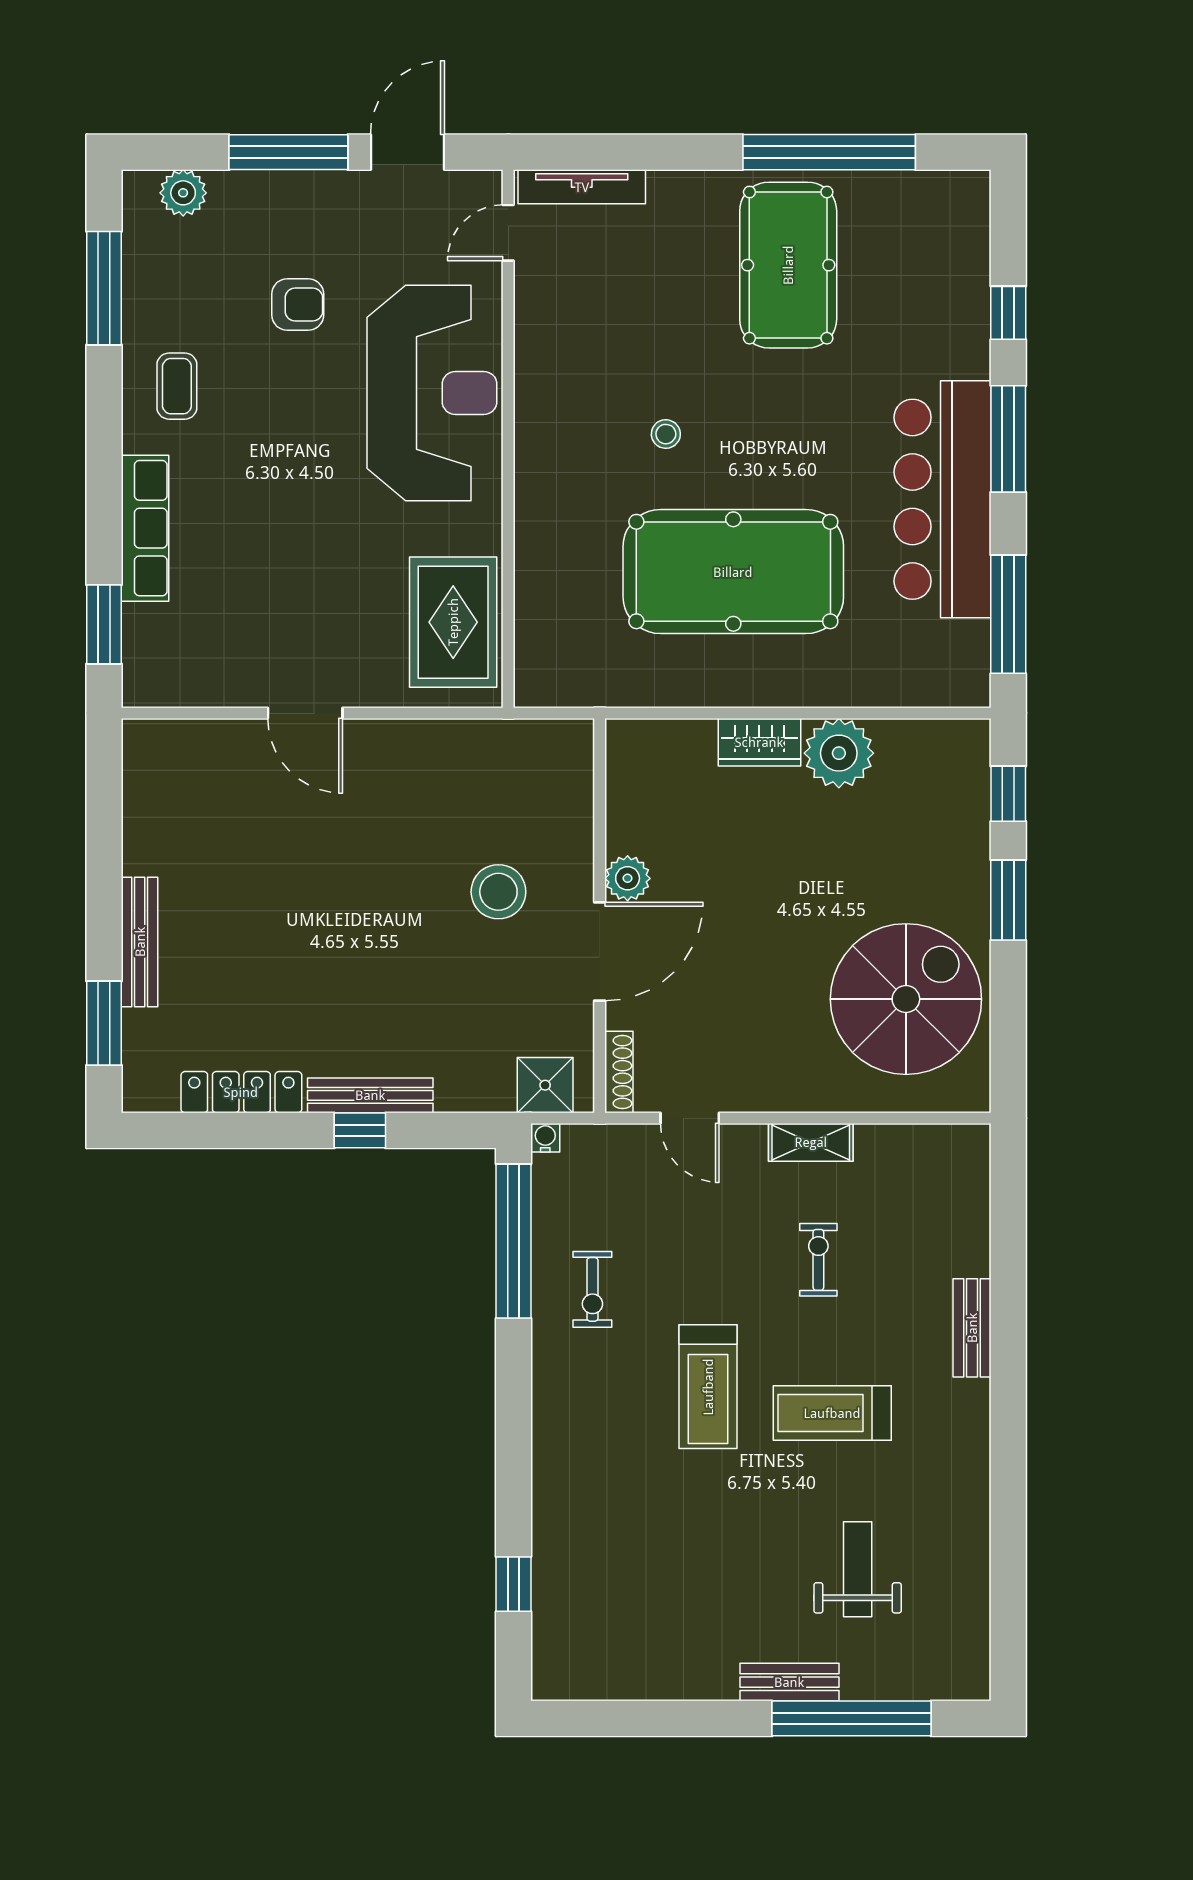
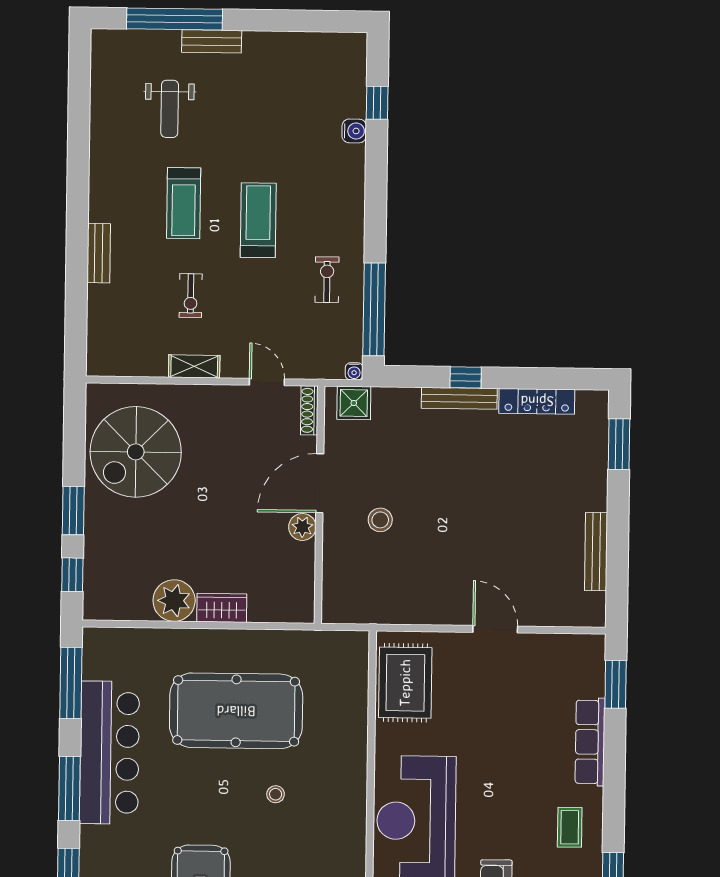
stool: (498, 892) -> (380, 520), width x0.73, depth x0.73
bench: (140, 942) -> (596, 552), moved
treadmill: (832, 1413) -> (184, 203), turned 90
water cooler: (551, 1537) -> (354, 131), added

